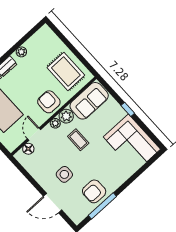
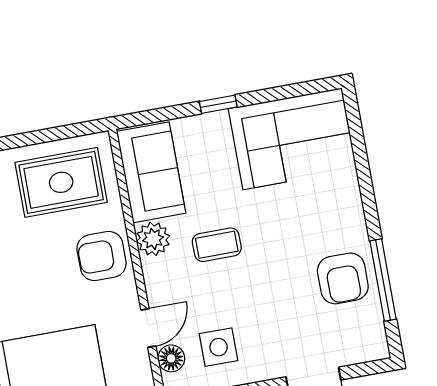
plant: (55, 123) -> (154, 270), removed
door: (34, 134) -> (148, 328), swing flipped
side table: (64, 174) -> (219, 347), moved

